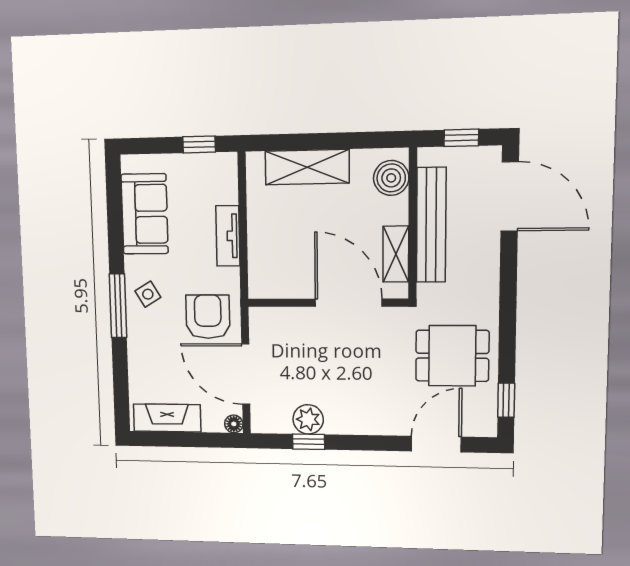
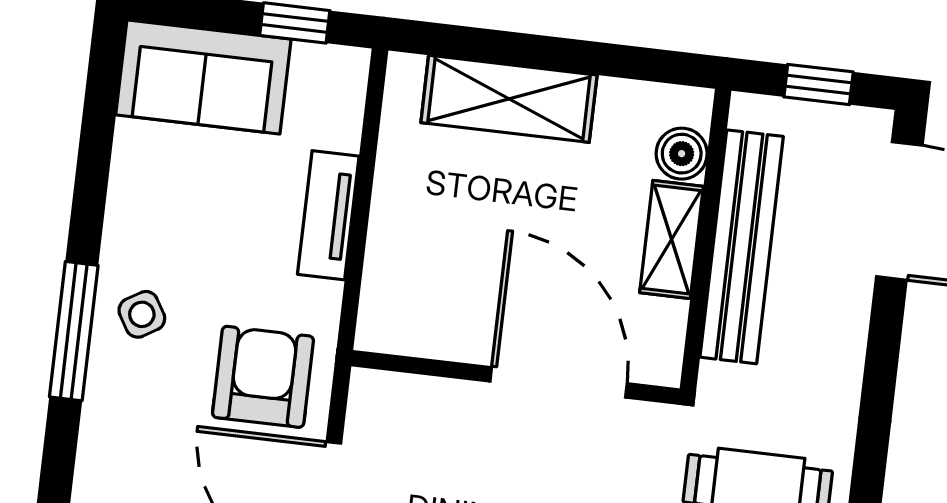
boiler: (391, 178) -> (682, 154), width x0.73, depth x0.73
sofa: (145, 214) -> (203, 77), moved, turned 90
shelving: (396, 254) -> (672, 240), moved

